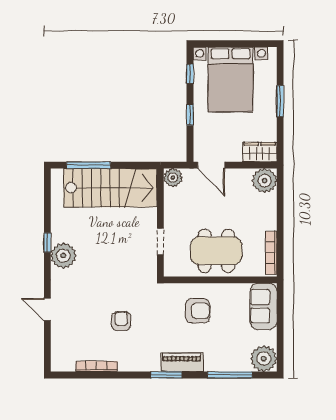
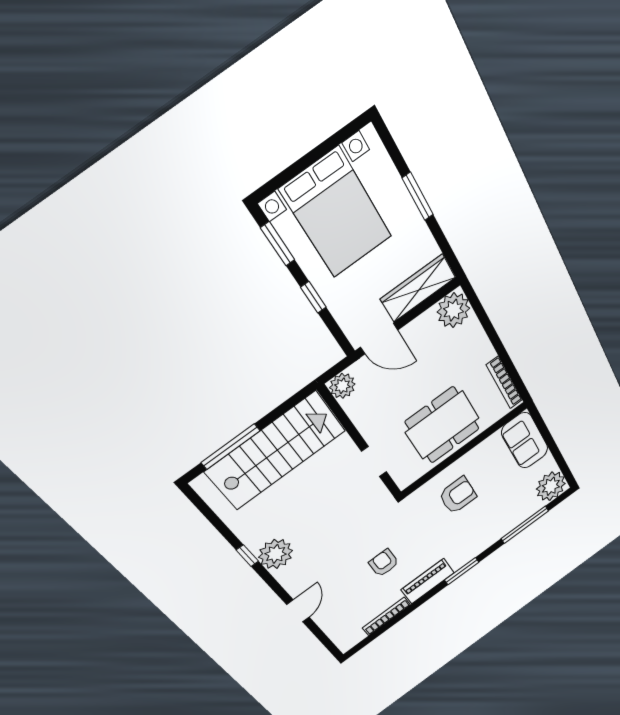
window: (190, 74) -> (278, 244), width x1.50
wardrobe: (260, 152) -> (418, 288), width x1.50
door: (47, 309) -> (298, 611), swing flipped
piano: (182, 362) -> (428, 581), moved

